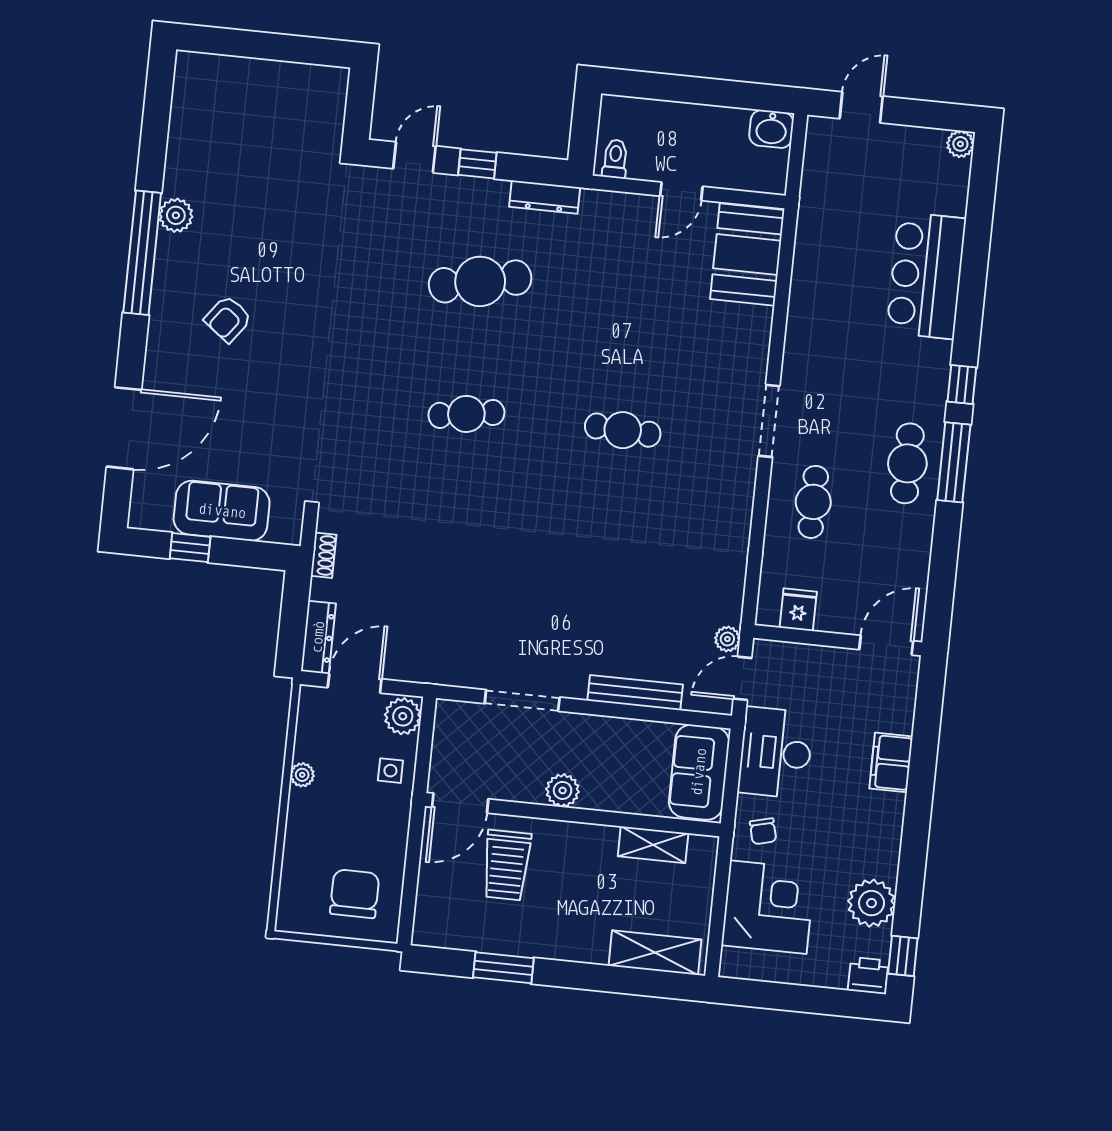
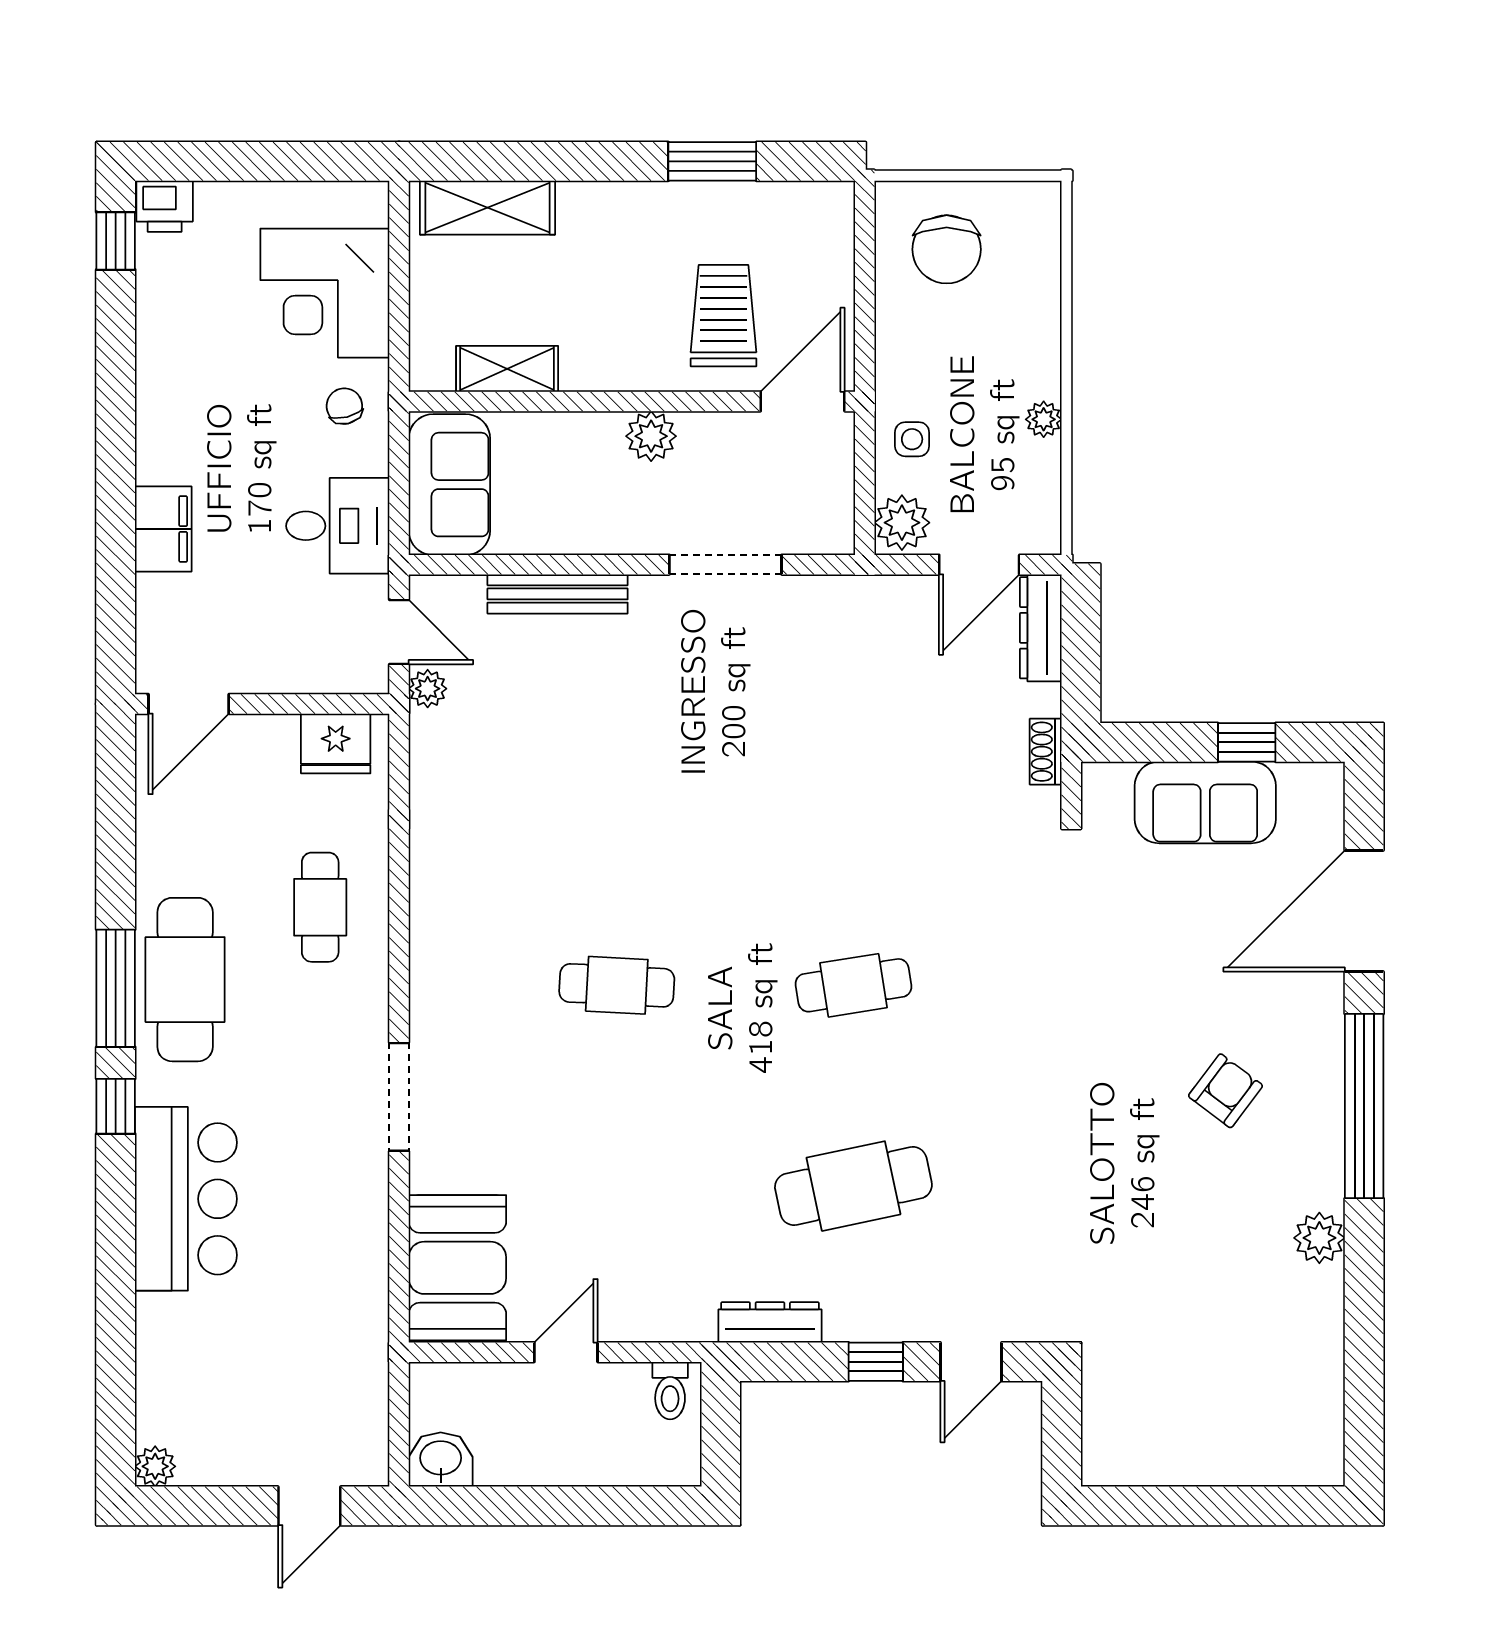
window: (142, 253) -> (1364, 1106), moved
bar counter: (926, 275) -> (186, 1199), moved
doorway: (769, 421) -> (399, 1097), moved
cafe table: (907, 463) -> (185, 980), width x1.37, depth x1.35
fridge: (798, 610) -> (336, 743), width x1.38
door: (742, 678) -> (399, 632), hinge flipped
desk: (776, 753) -> (338, 526), width x0.73
plant: (872, 903) -> (171, 315), removed

